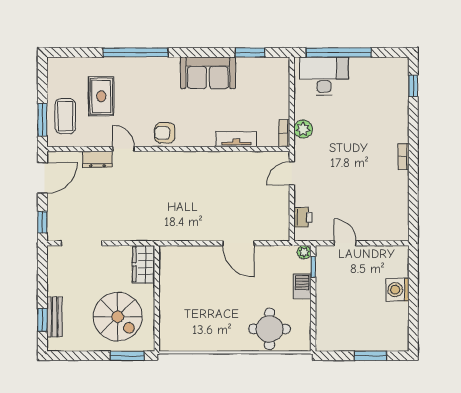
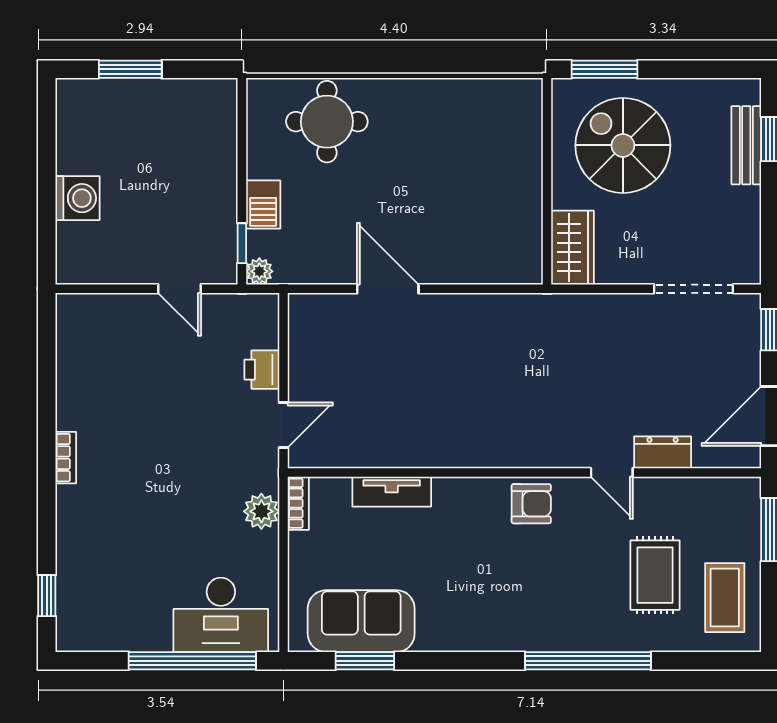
sofa: (208, 73) -> (361, 621), moved
coffee table: (65, 116) -> (725, 598), moved
printer: (303, 217) -> (262, 370), moved

